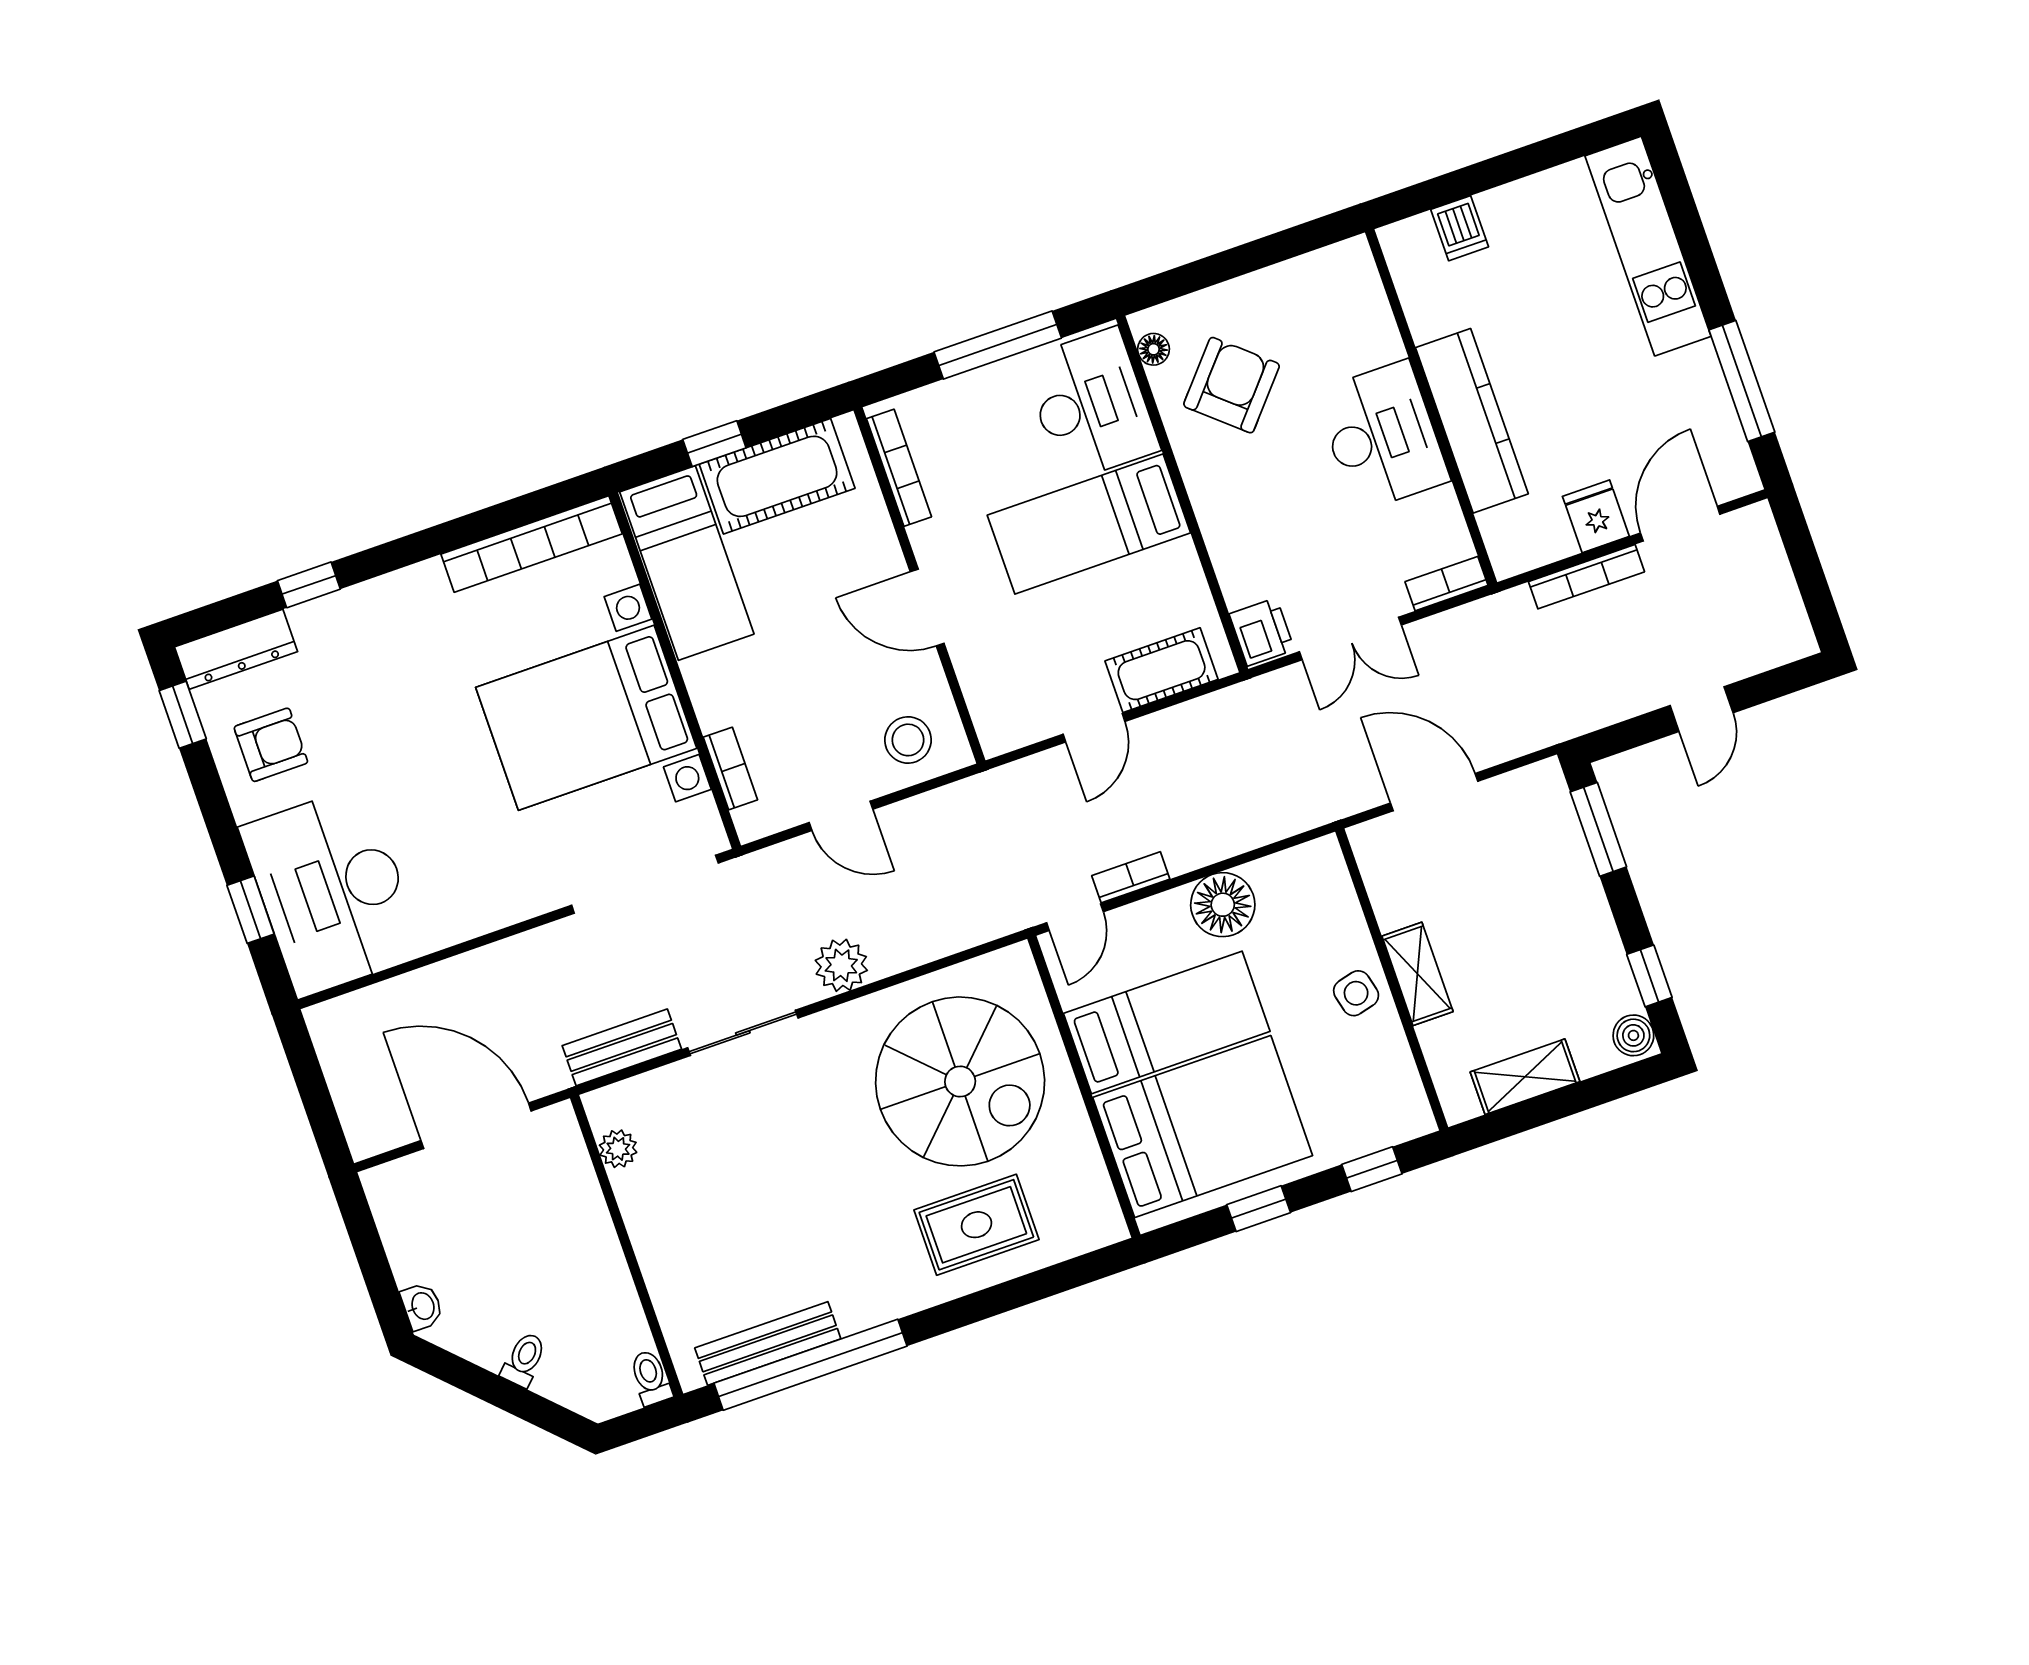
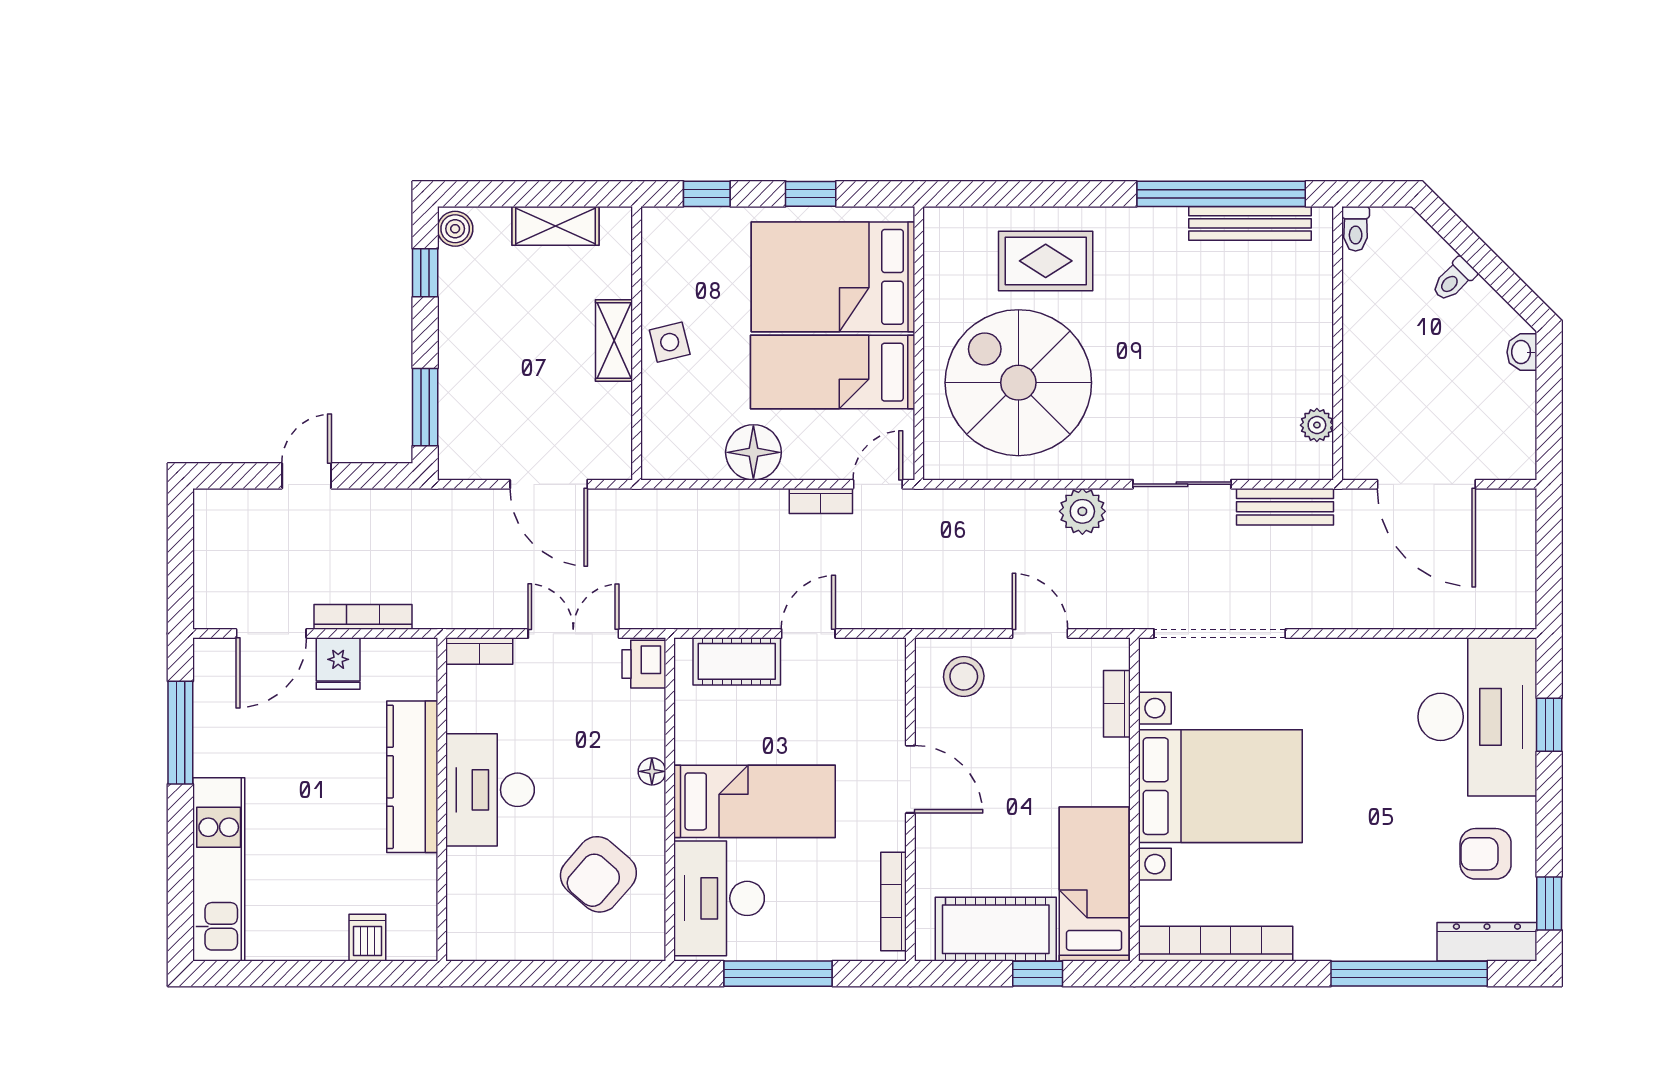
floor lamp: (1154, 349) -> (652, 771), moved
window: (309, 585) -> (1409, 974), width x3.17

